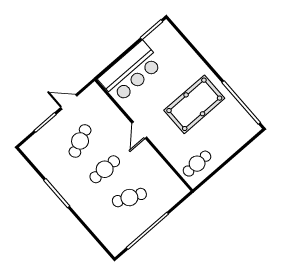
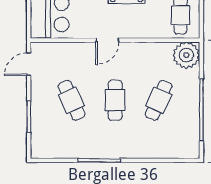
door: (69, 102) -> (29, 64), moved
door: (139, 130) -> (107, 40), hinge flipped
plant: (174, 190) -> (186, 55), added

